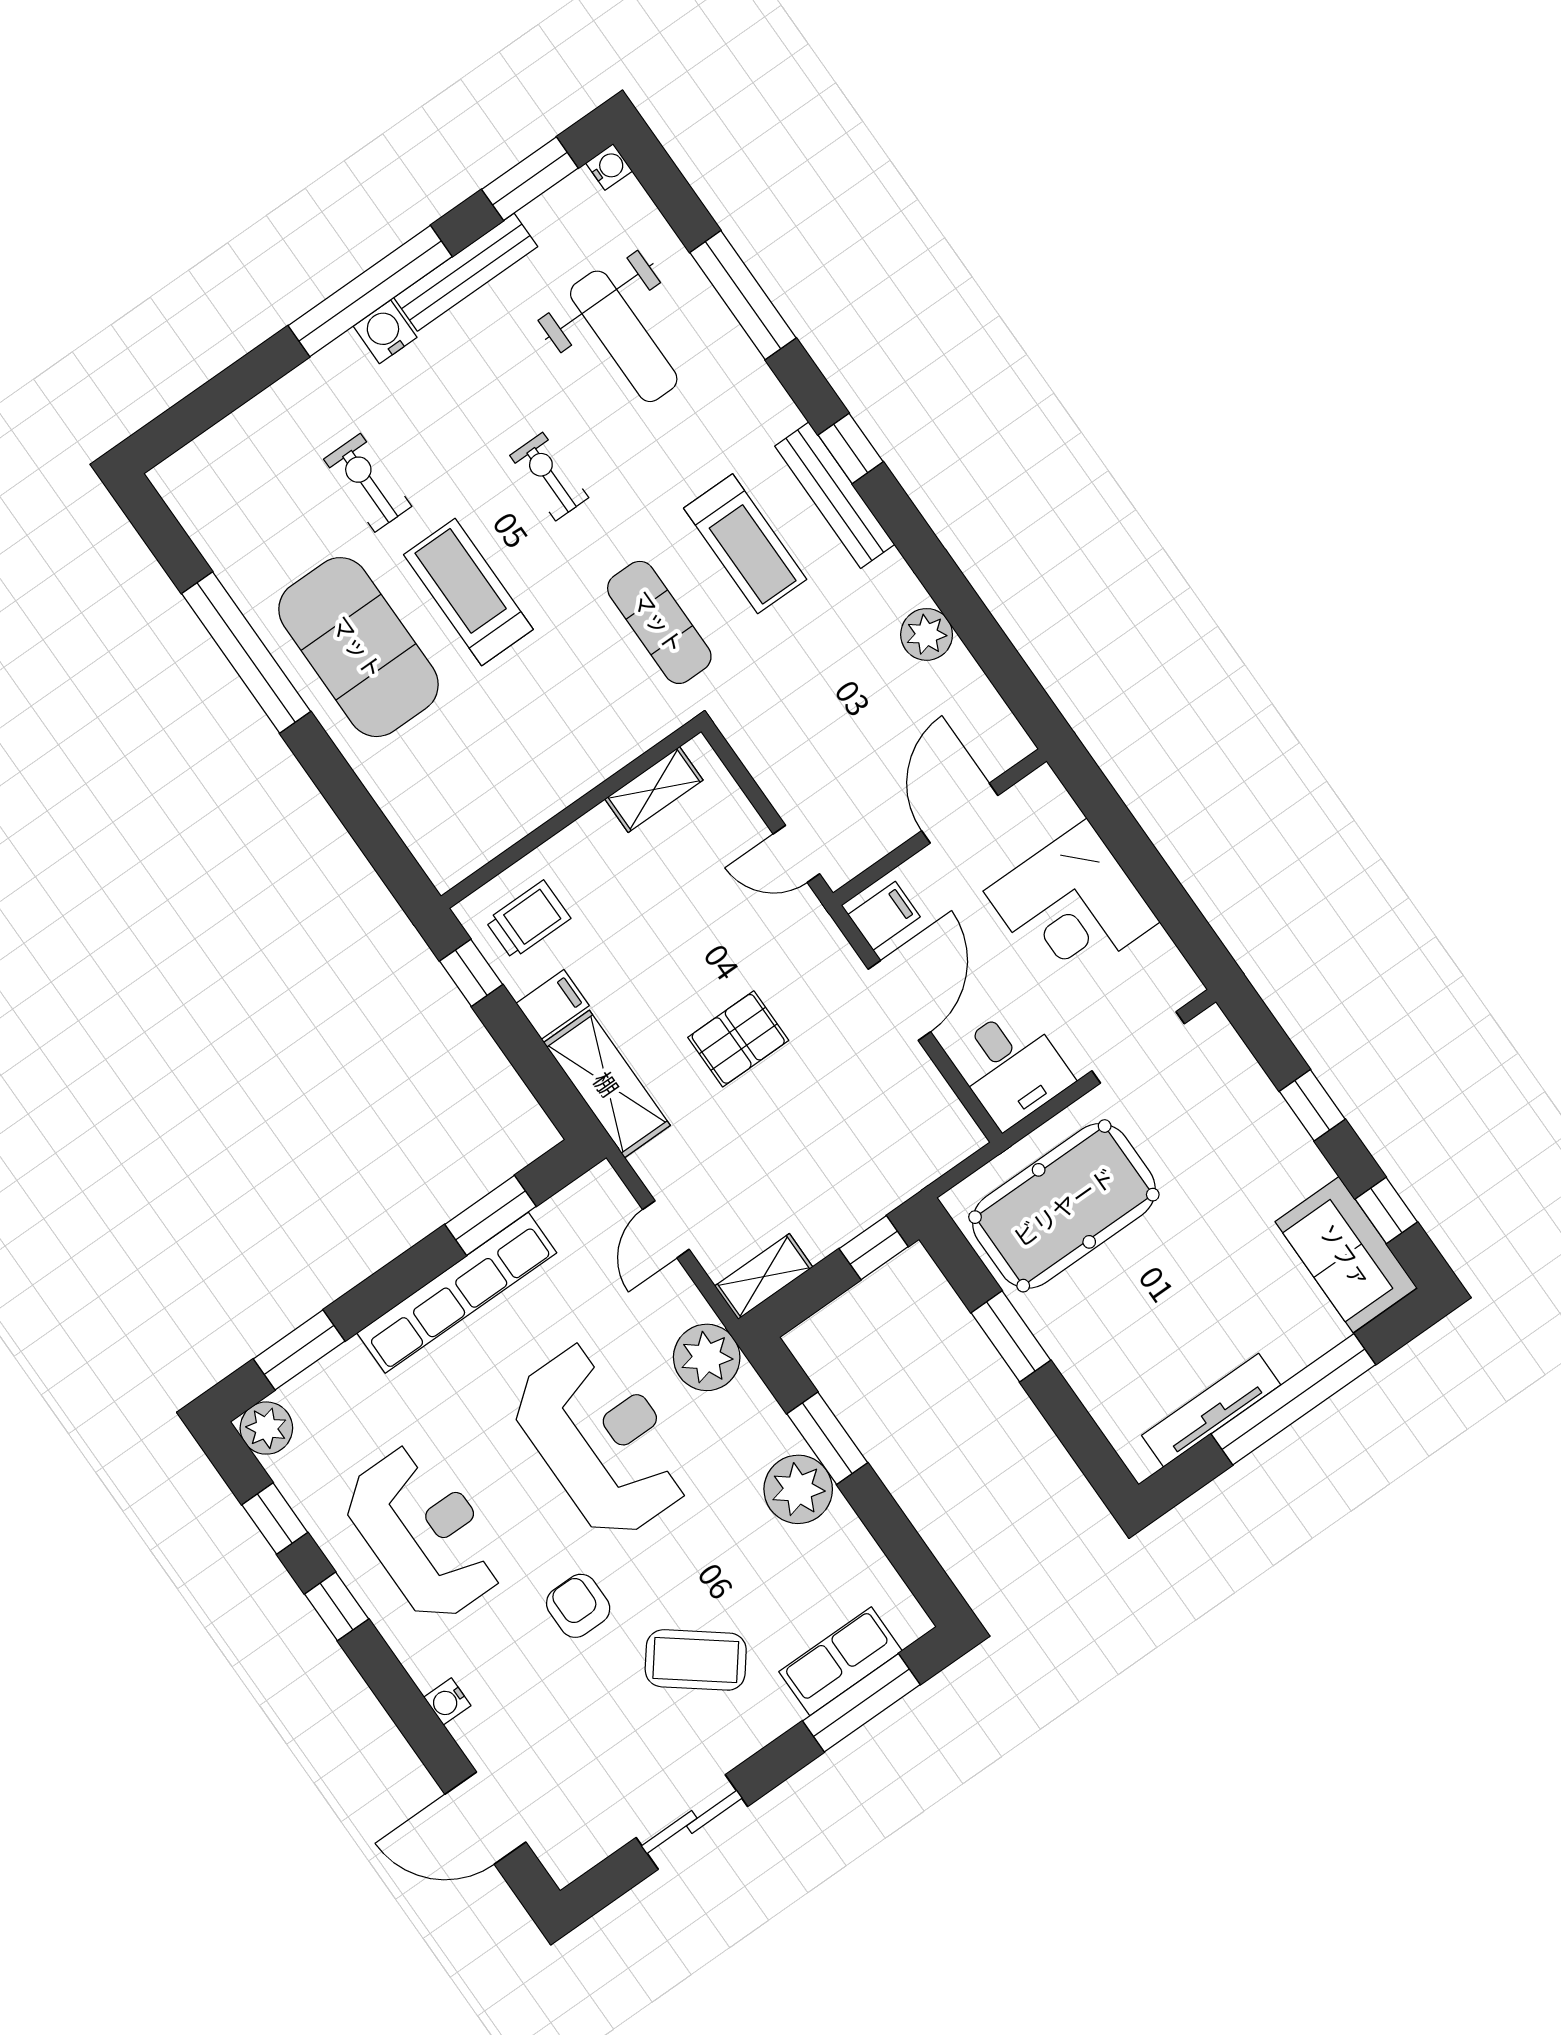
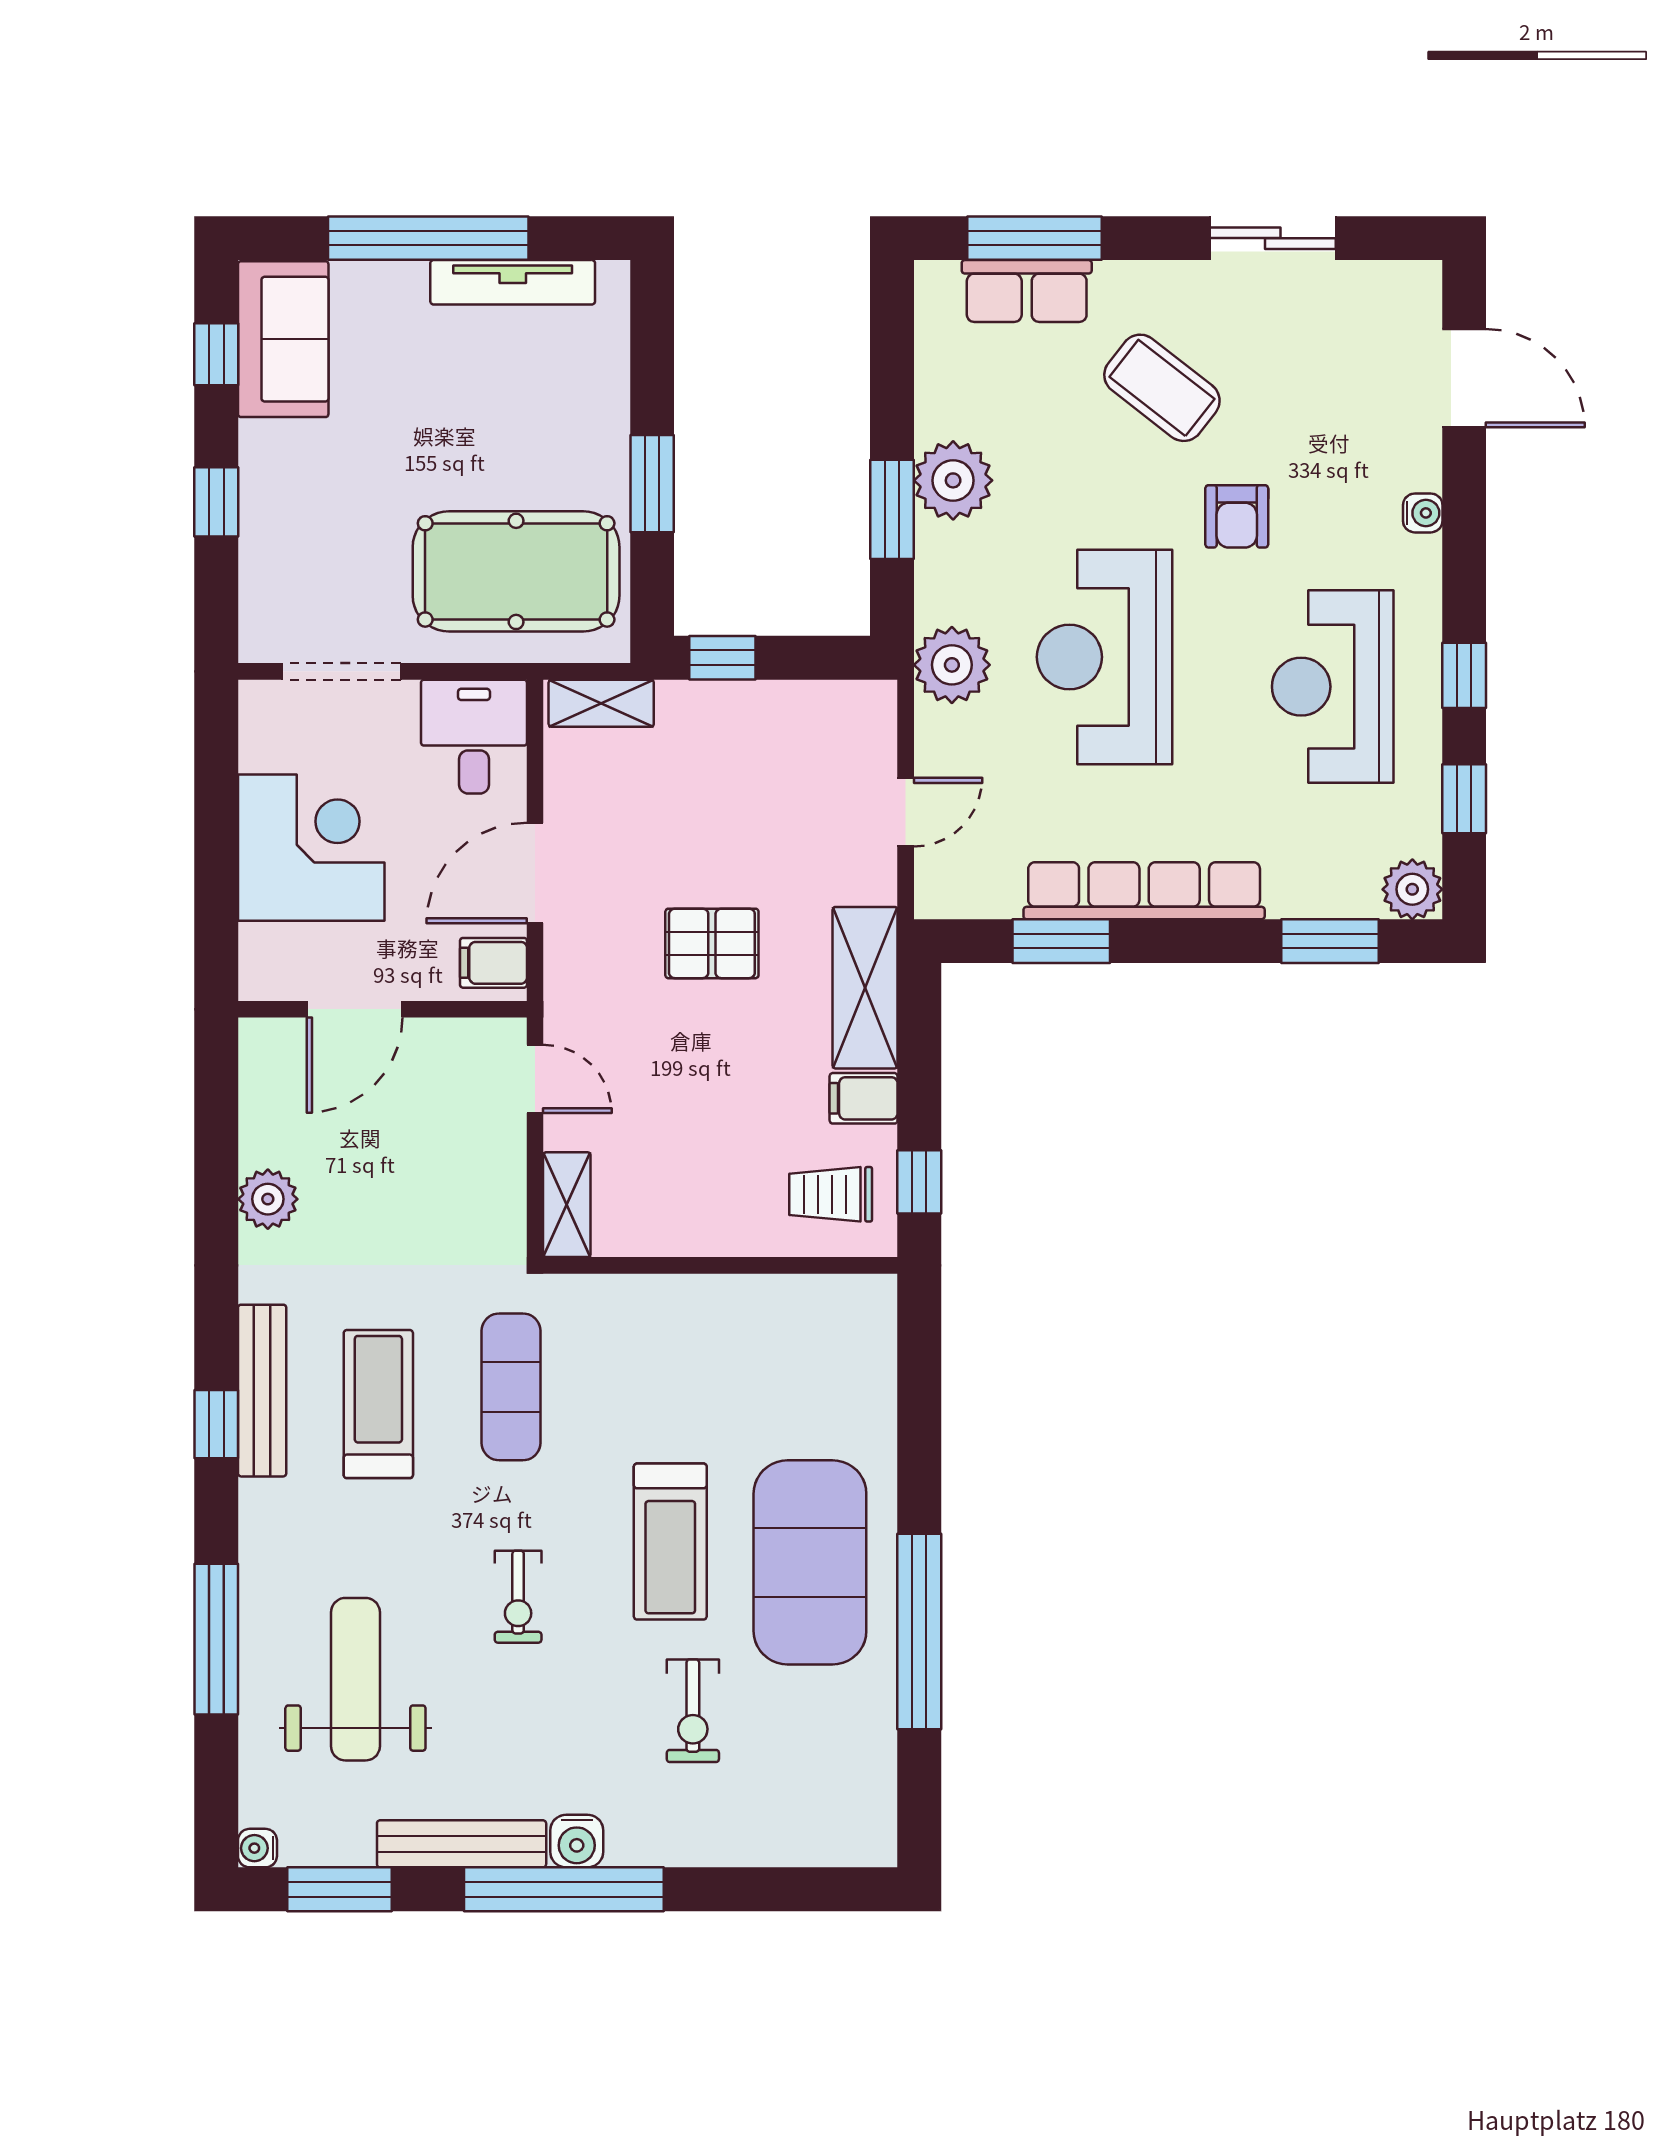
shelving: (654, 789) -> (567, 1205), moved, turned 90
shelving: (764, 1277) -> (601, 703), moved

